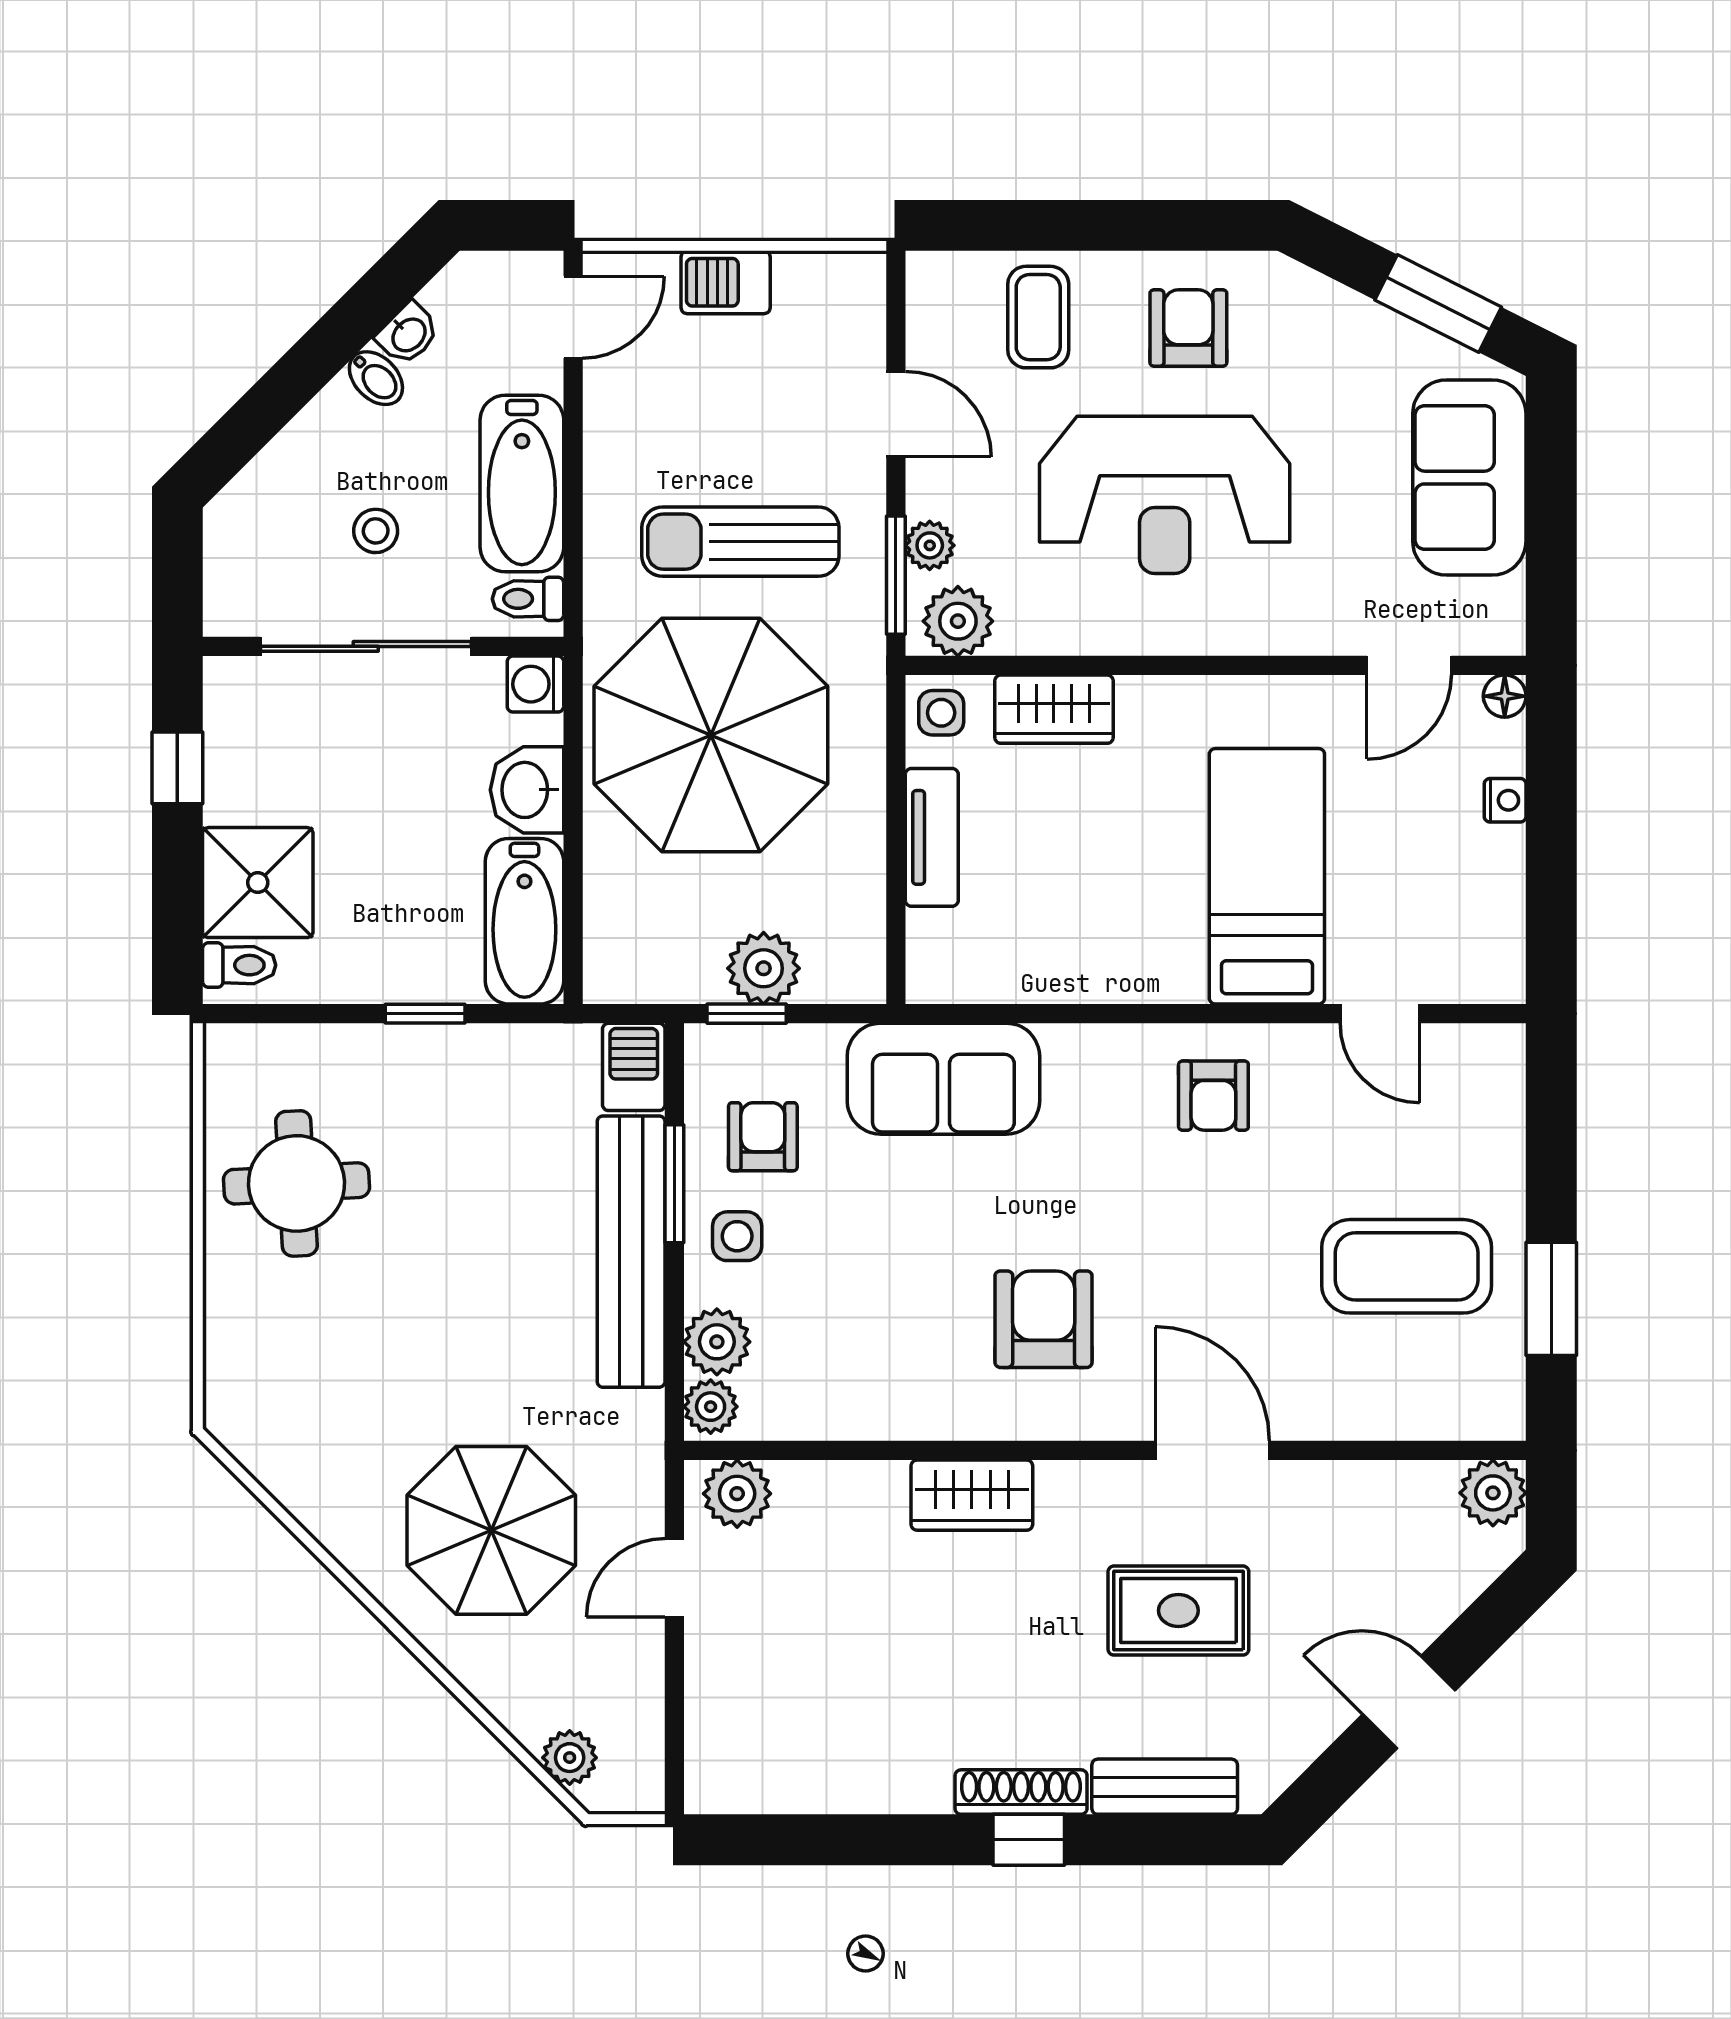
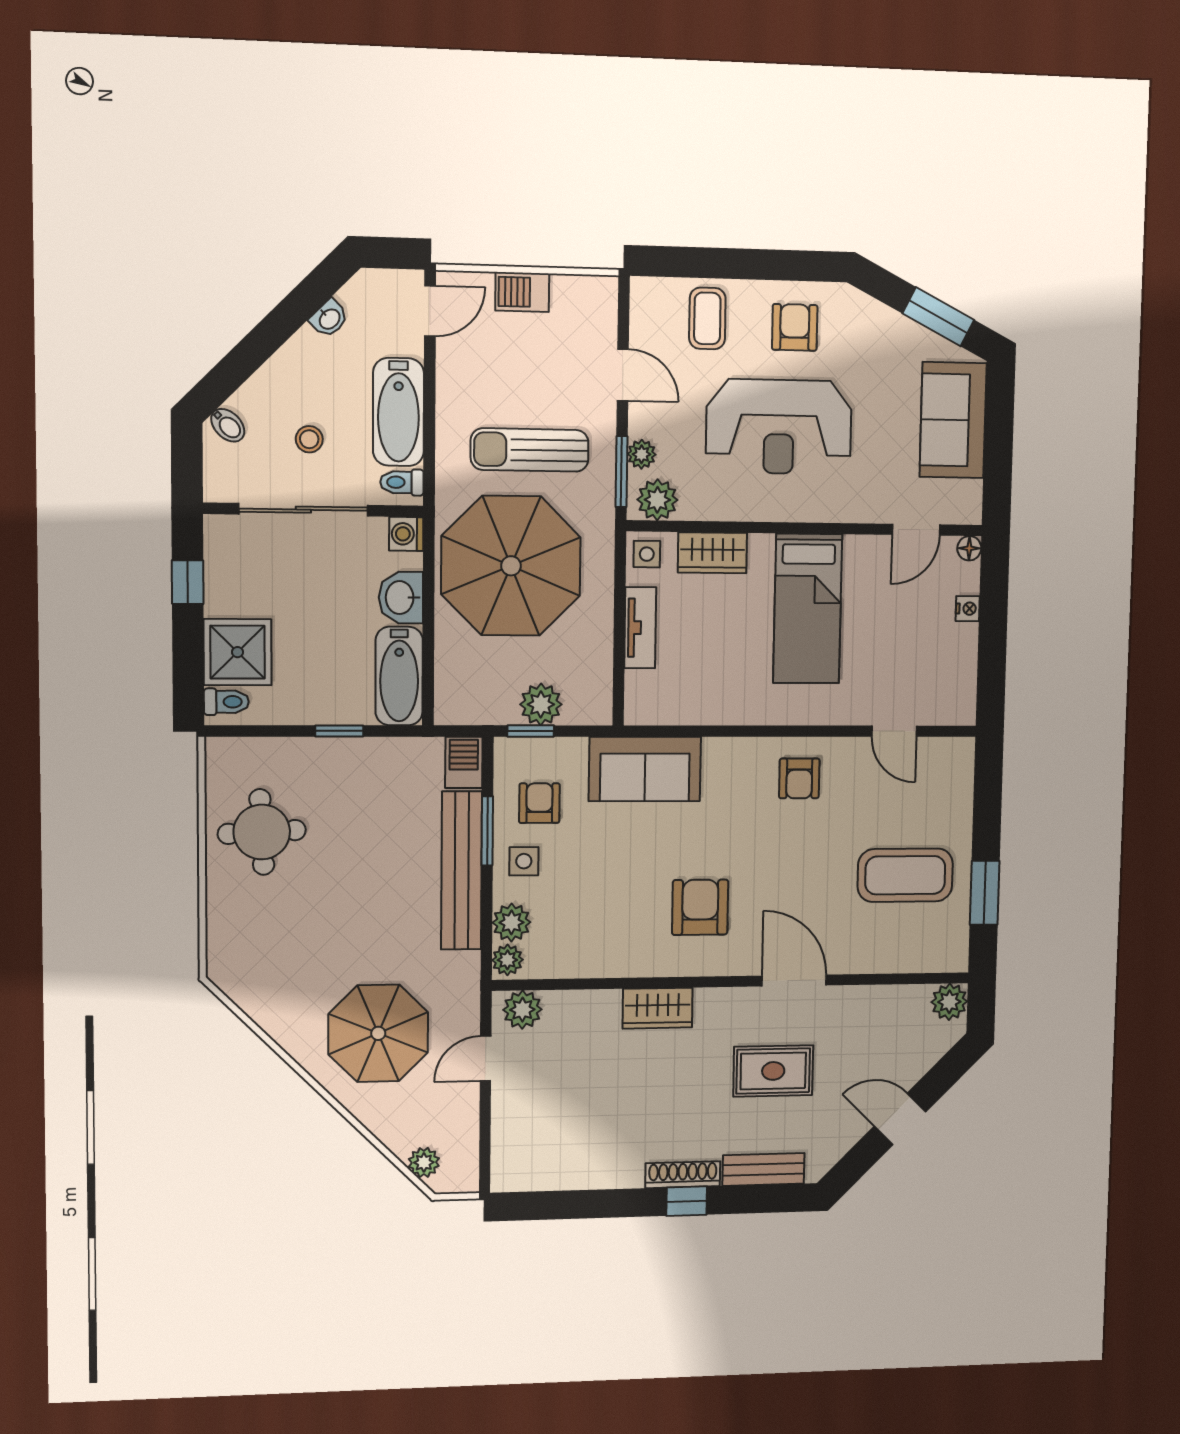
bidet: (376, 378) -> (228, 425), moved
bed: (1267, 876) -> (808, 609), moved, turned 180

